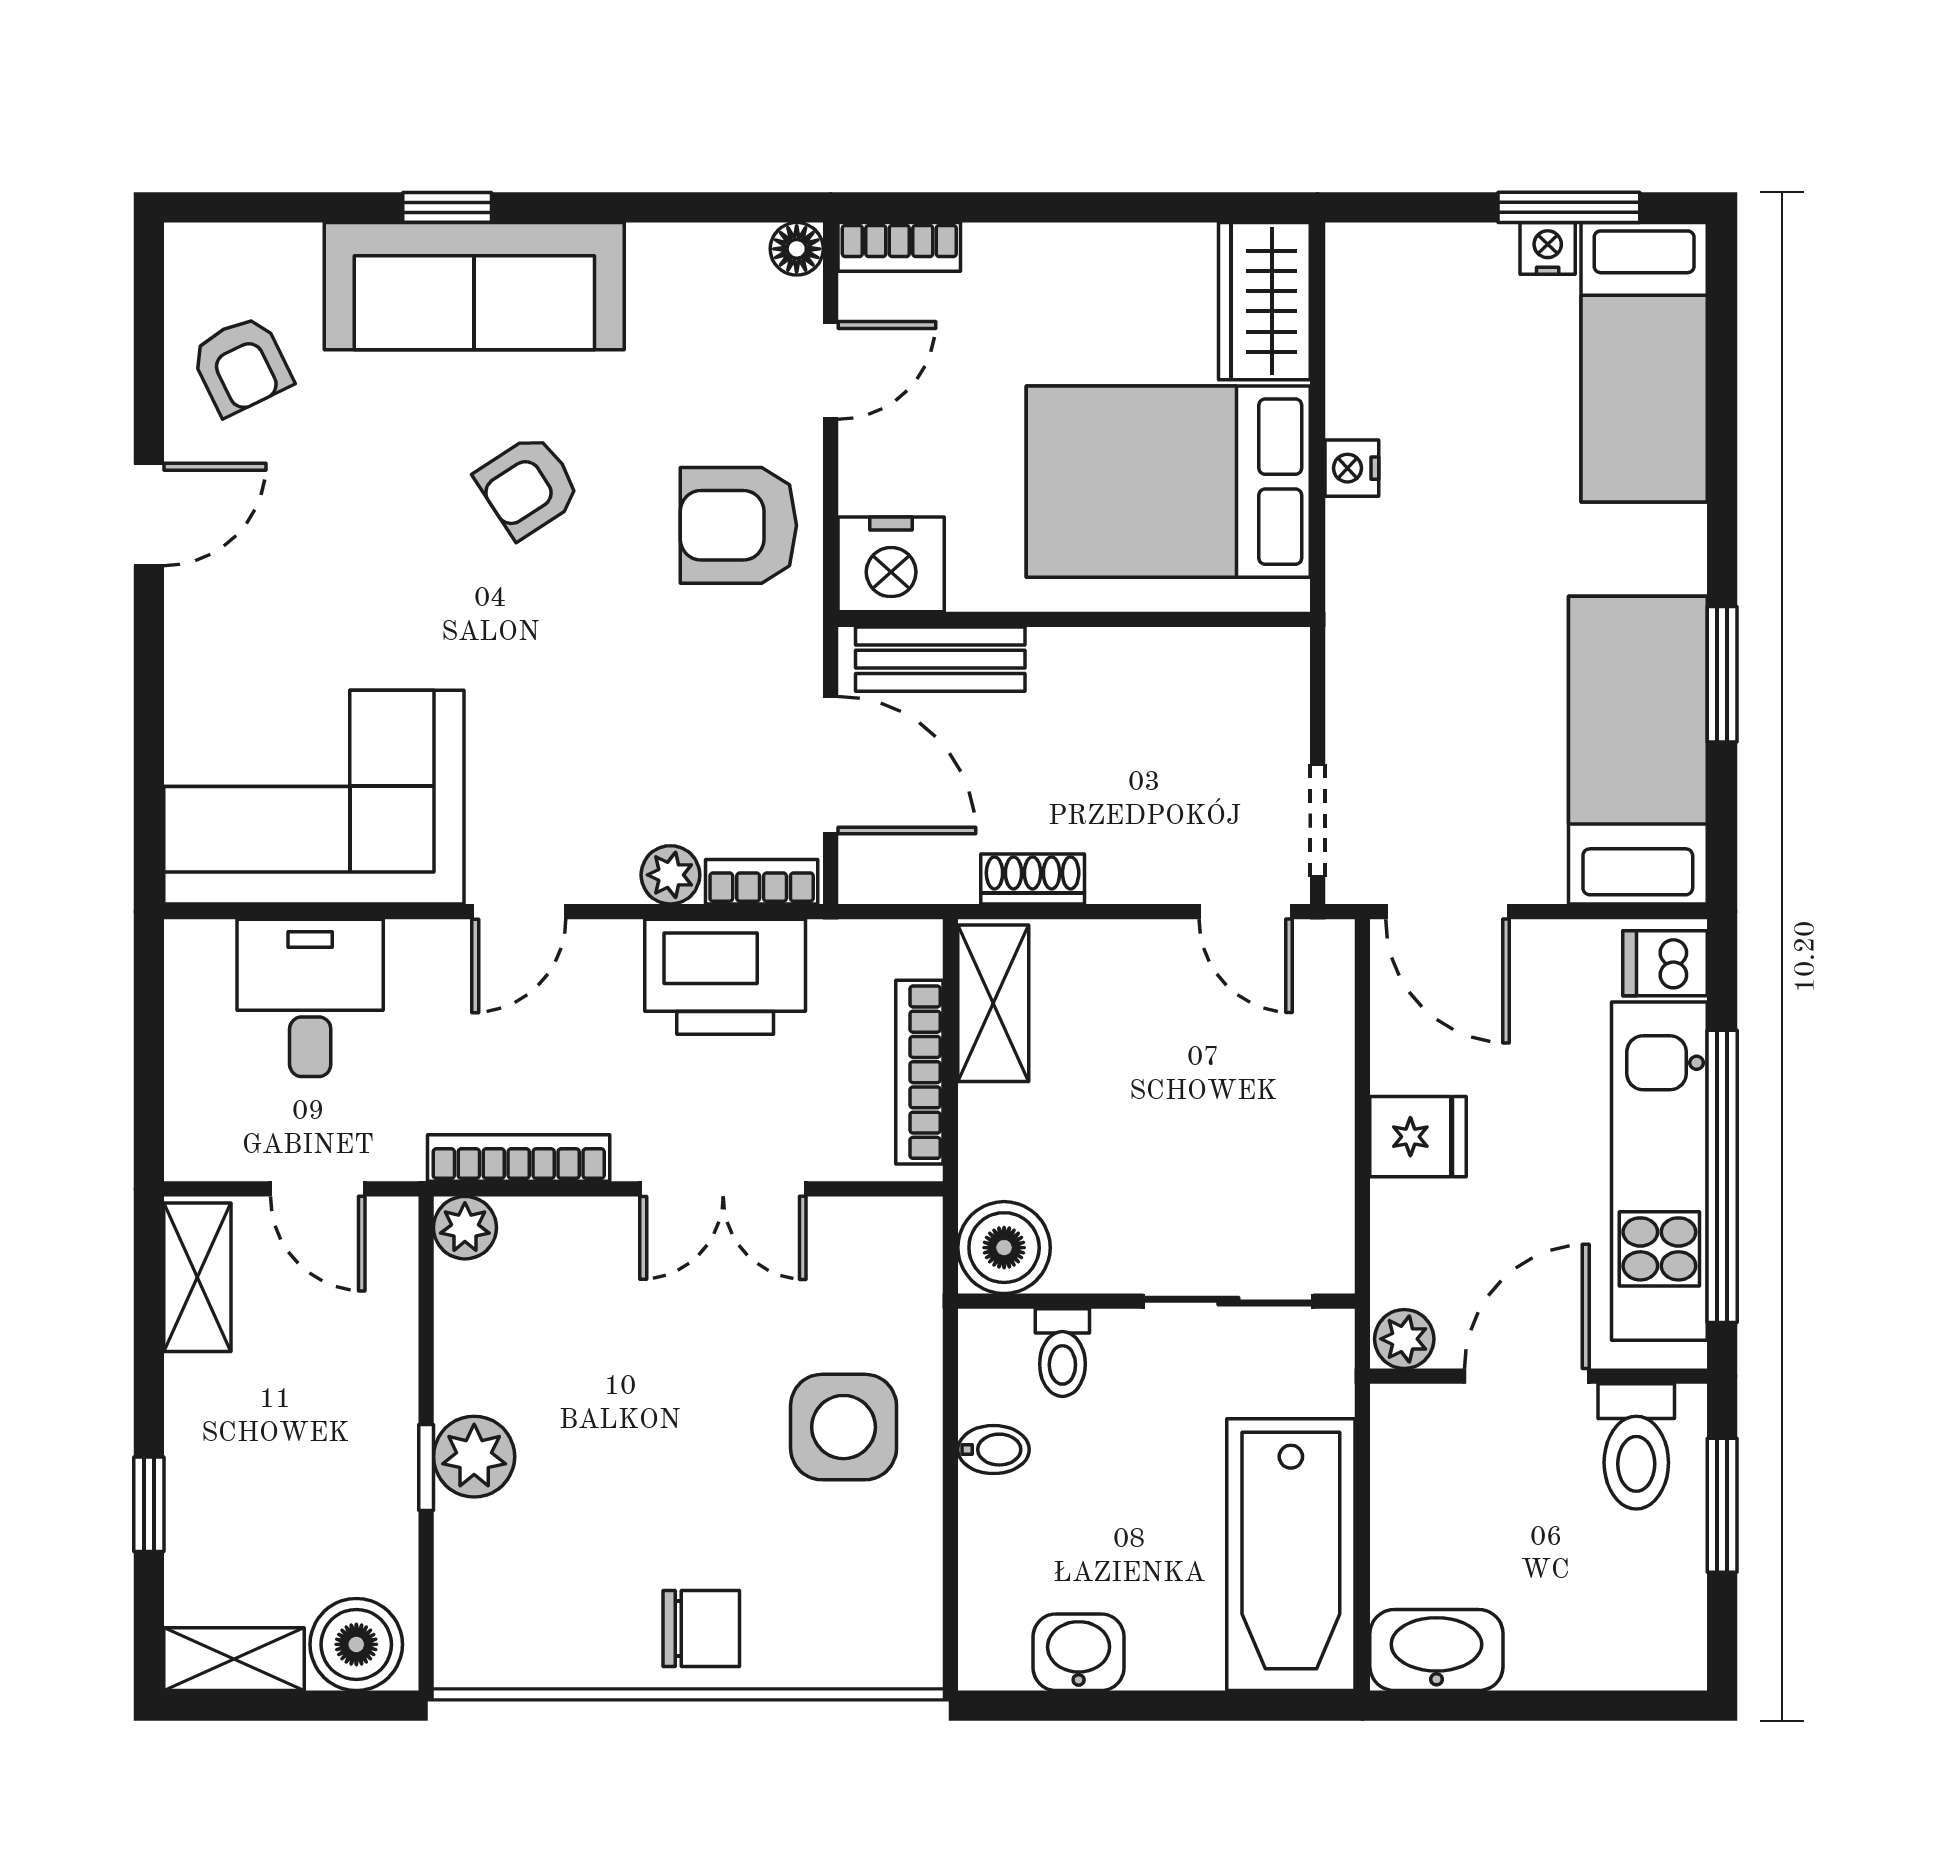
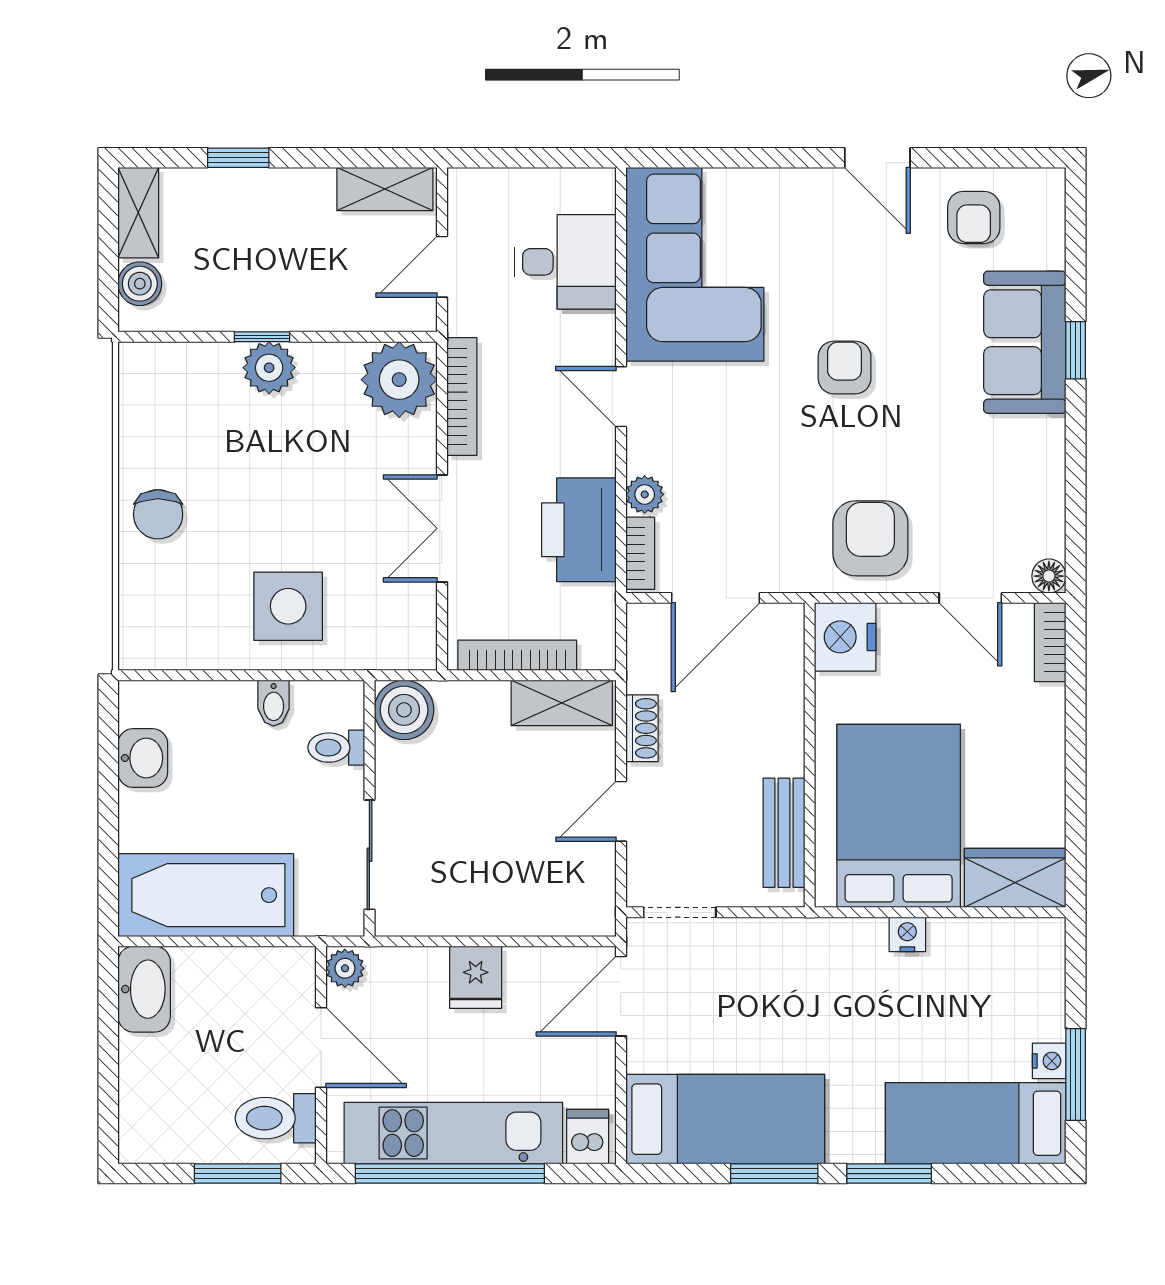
sofa: (474, 286) -> (1025, 342), width x0.73
armchair: (241, 365) -> (974, 217), turned -64
armchair: (528, 486) -> (845, 368), moved, turned 33
window: (1722, 496) -> (889, 1174), added
bench: (940, 659) -> (784, 833), moved
door: (1246, 912) -> (621, 811), moved
plant: (465, 1228) -> (399, 380), width x1.88, depth x1.88
boiler: (356, 1644) -> (140, 284), width x0.73, depth x0.73

